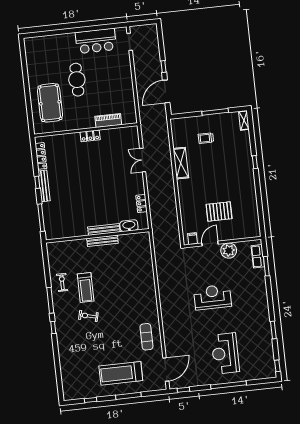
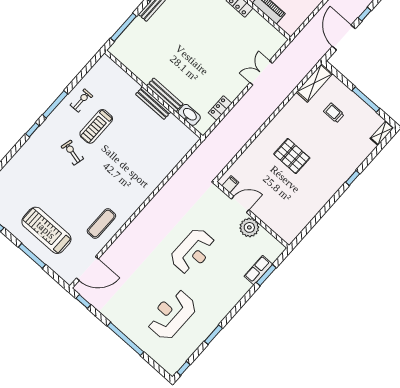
door: (166, 91) -> (344, 38), hinge flipped
shelving: (181, 163) -> (314, 83), moved
pallet: (219, 211) -> (292, 156), moved
row of seats: (258, 256) -> (258, 270), moved
reception desk: (213, 297) -> (193, 251), turned 90
reception desk: (225, 353) -> (172, 315), moved

